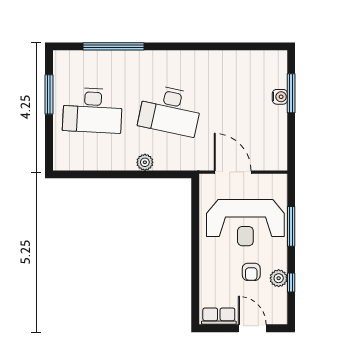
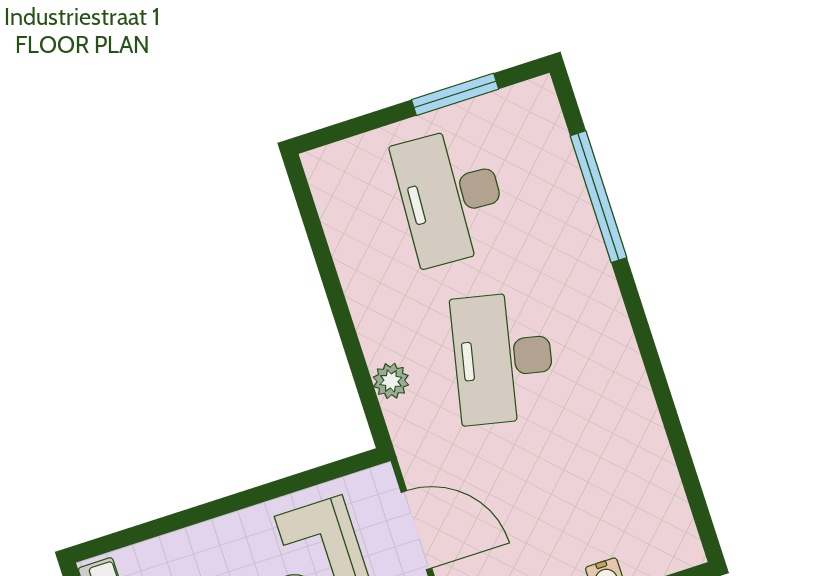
plant: (145, 162) -> (391, 381), moved
door: (233, 172) -> (417, 530), hinge flipped

